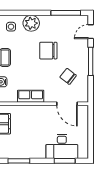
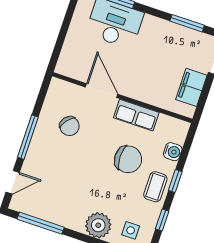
chair: (48, 51) -> (128, 159), moved
door: (67, 104) -> (102, 91), moved

